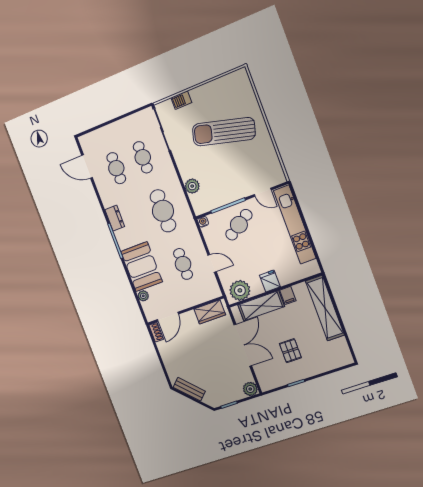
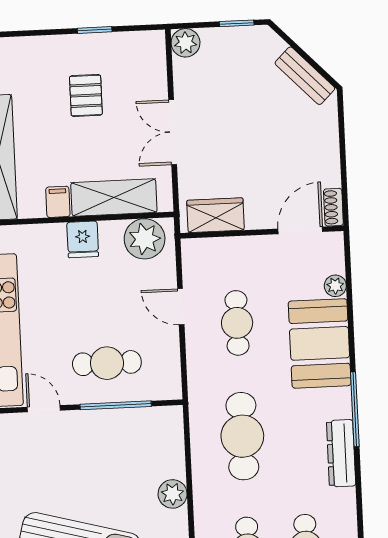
plant: (192, 186) -> (173, 494), moved
dresser: (115, 218) -> (341, 453), width x1.44
water cooler: (203, 222) -> (173, 390), removed
cafe table: (239, 225) -> (107, 363), turned 33
double door: (243, 345) -> (173, 132), width x0.73

